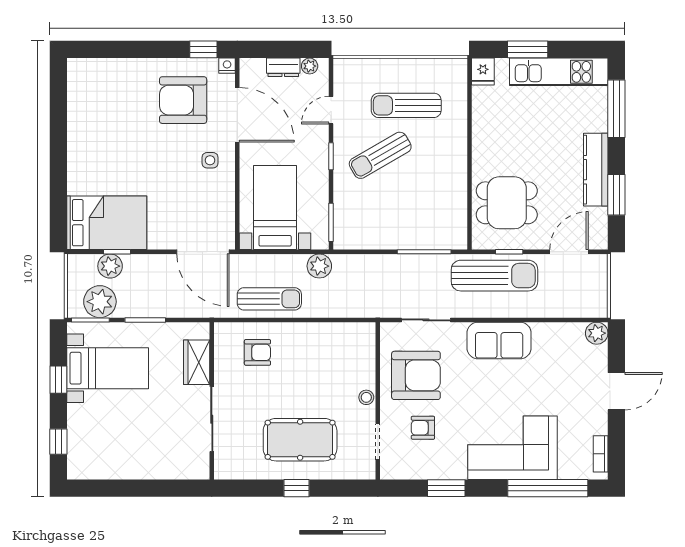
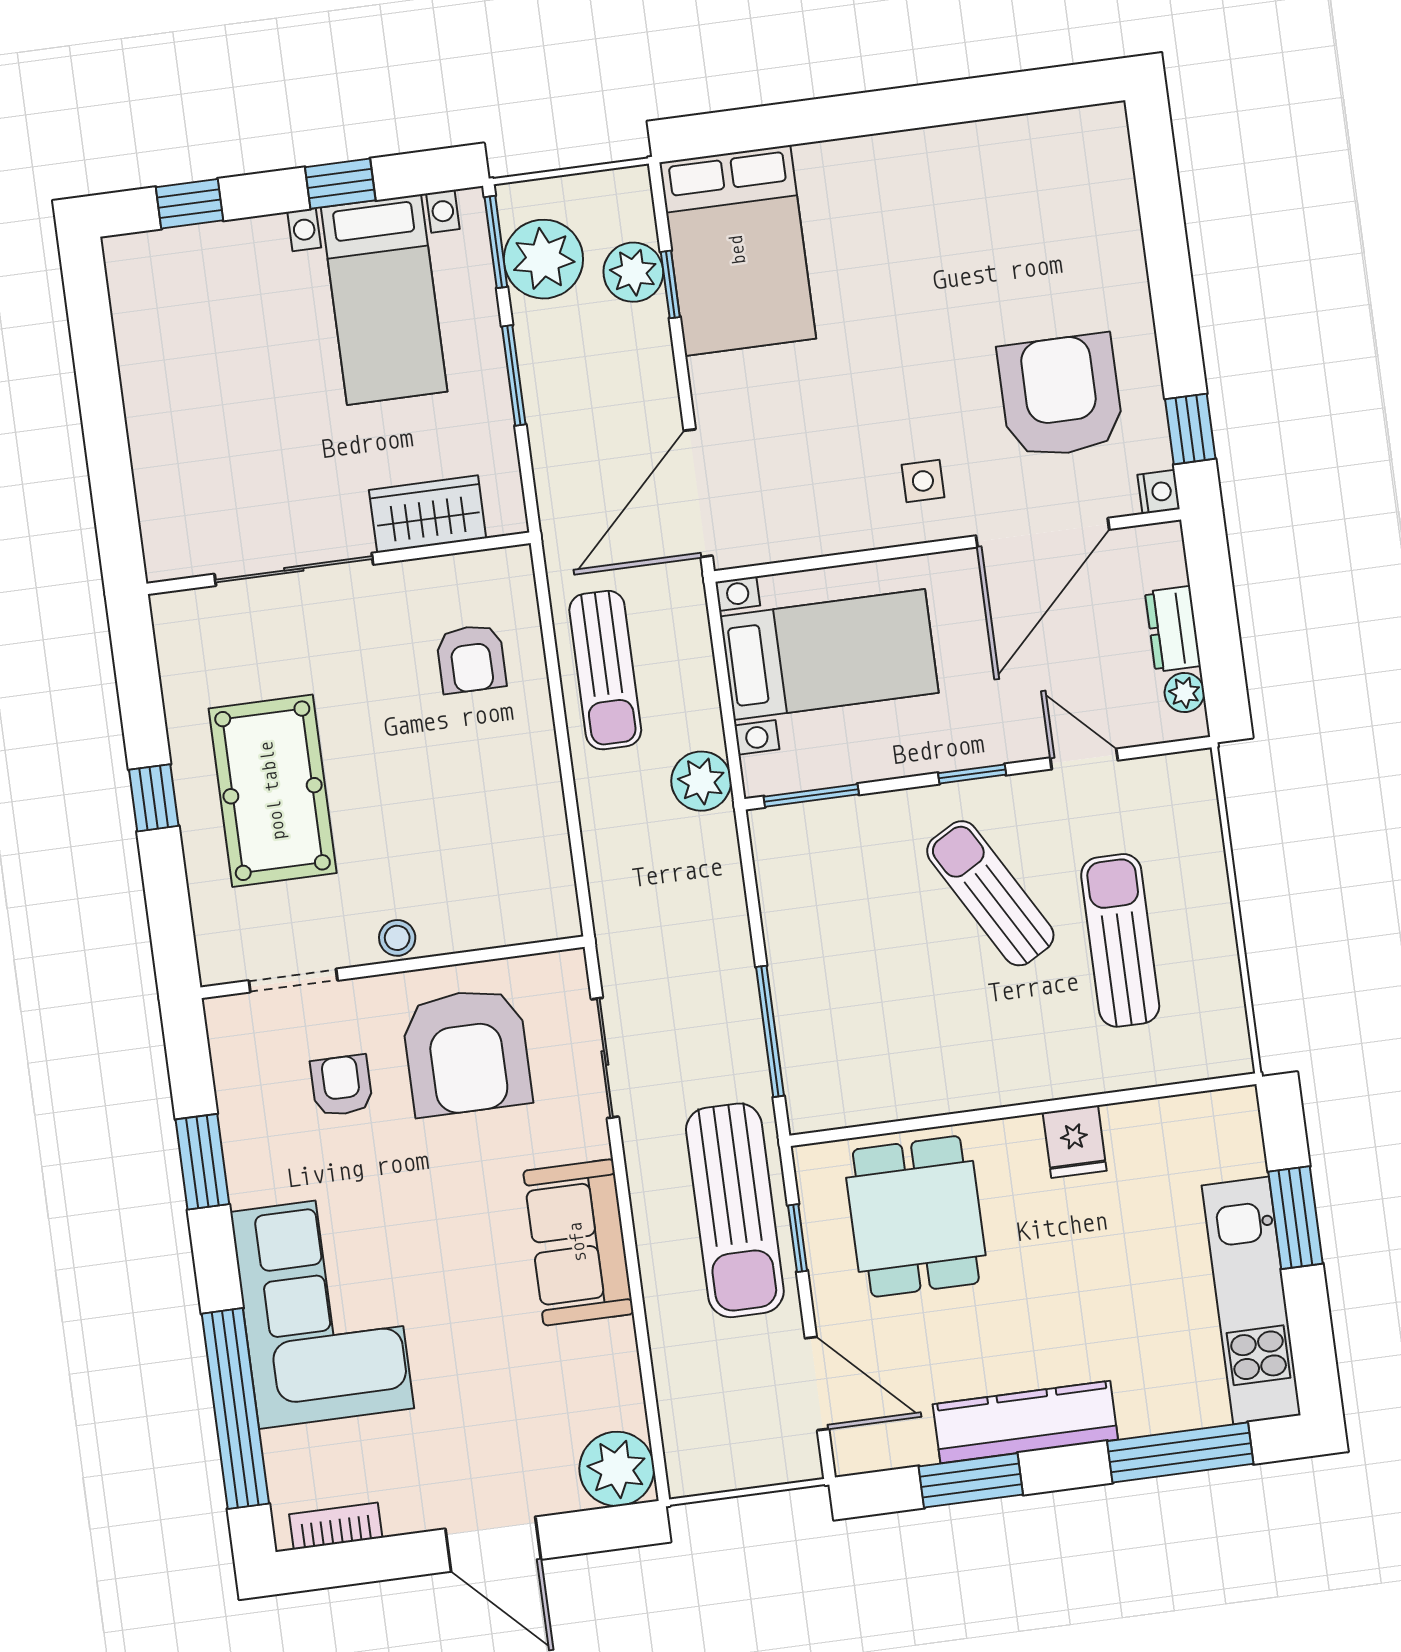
fridge: (483, 72) -> (1075, 1142), moved, turned -90
plant: (597, 333) -> (617, 1469), width x1.36, depth x1.36

